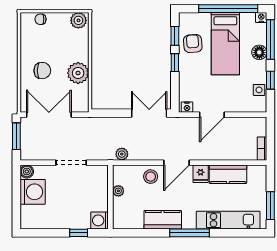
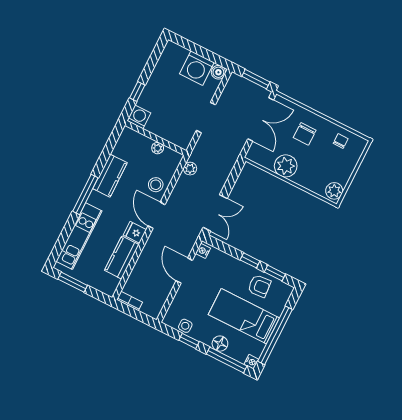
chair: (40, 19) -> (341, 141), moved

